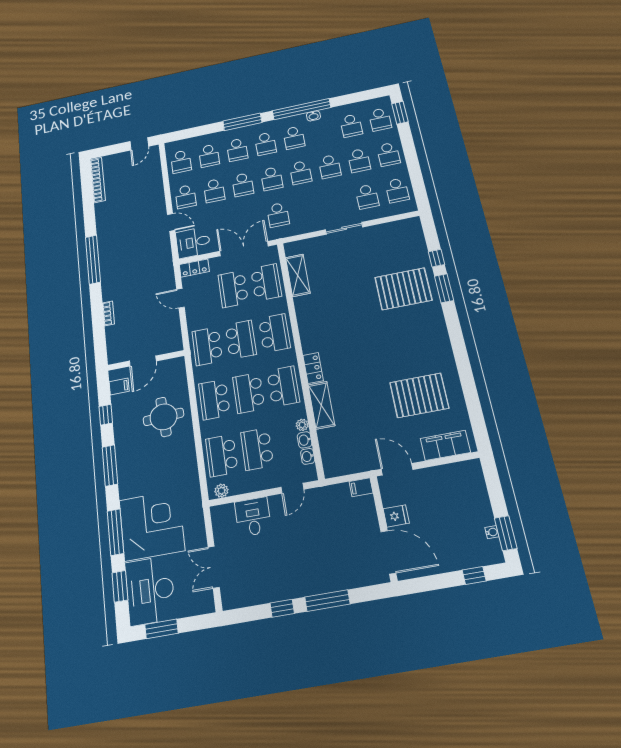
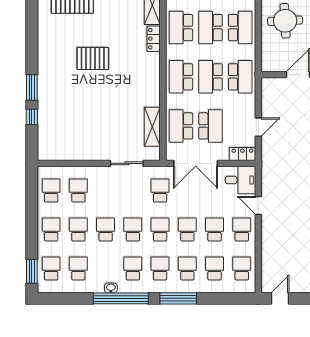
sliding door: (344, 228) -> (127, 163), moved
pallet: (403, 289) -> (93, 58), moved, width x0.73, depth x0.71
door: (180, 298) -> (258, 127), hinge flipped
school desk: (249, 393) -> (211, 28), turned 180

